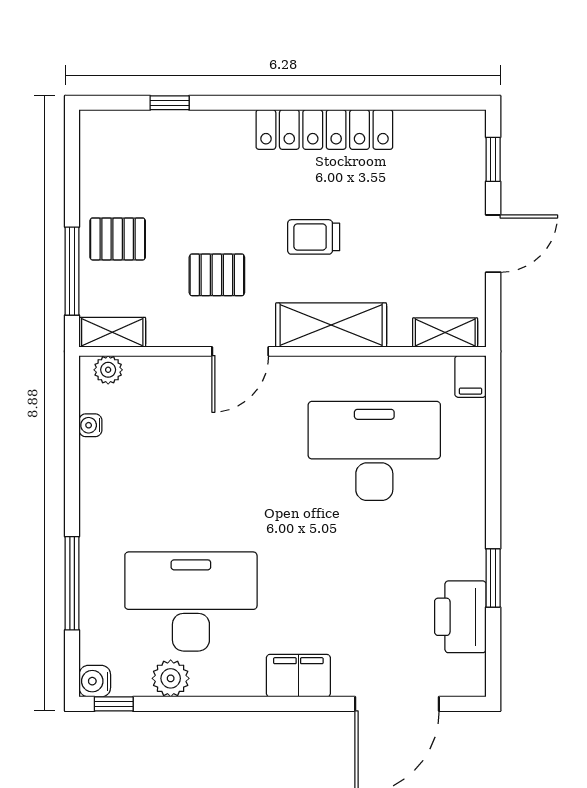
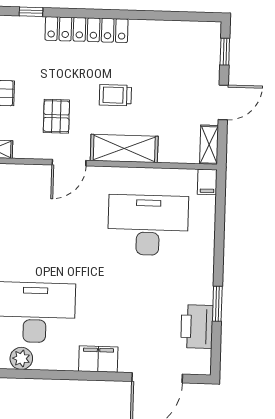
locker: (324, 130) -> (87, 30), moved
pallet: (217, 275) -> (56, 116), turned 90
shelving: (445, 333) -> (209, 145), moved, turned 90

